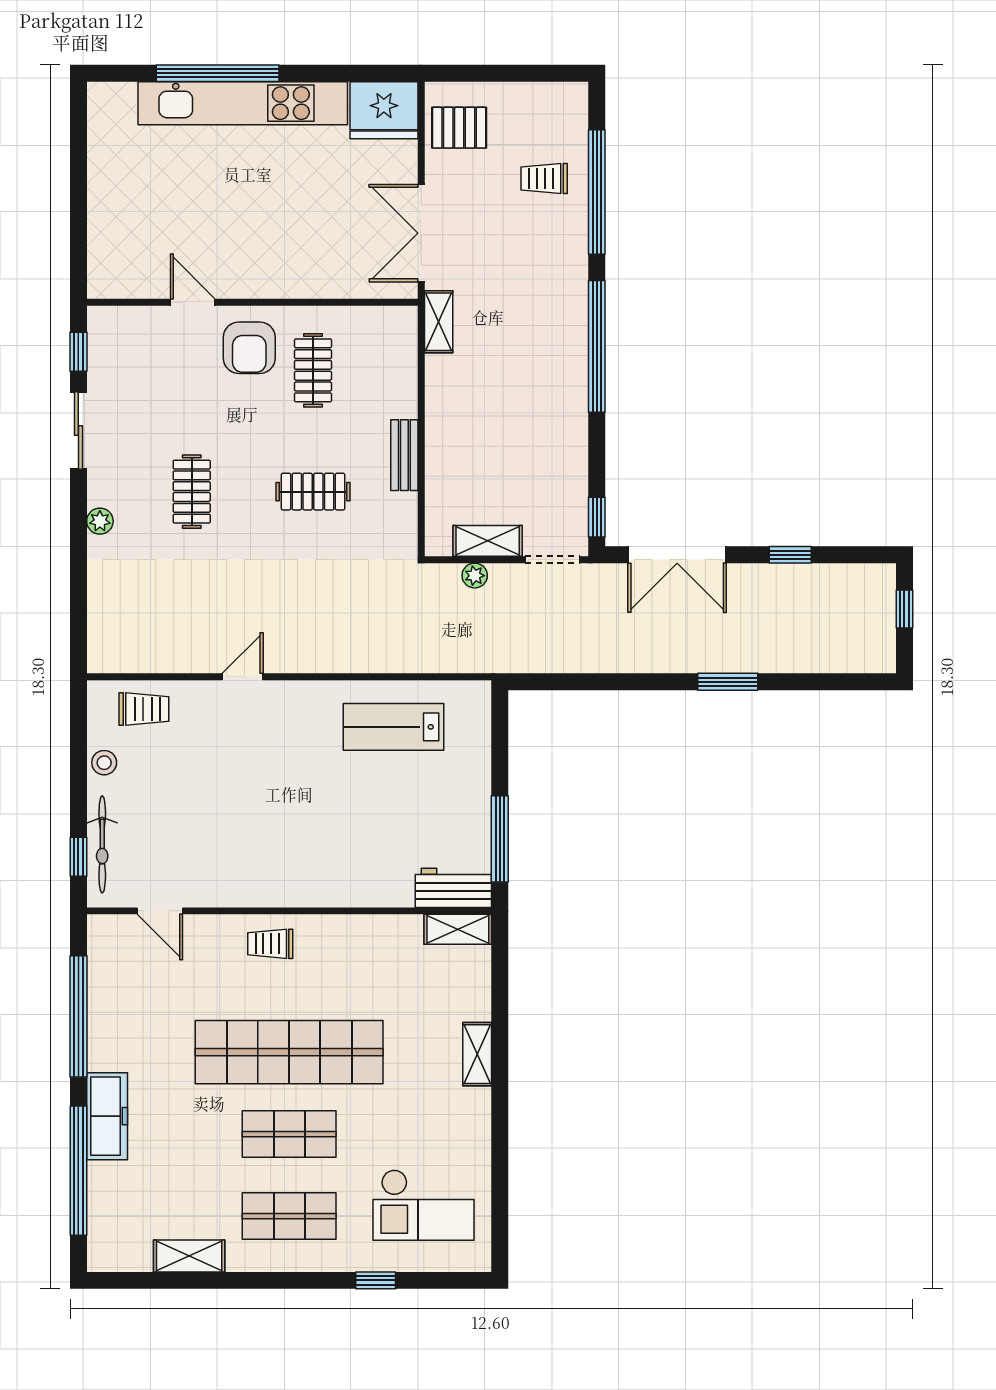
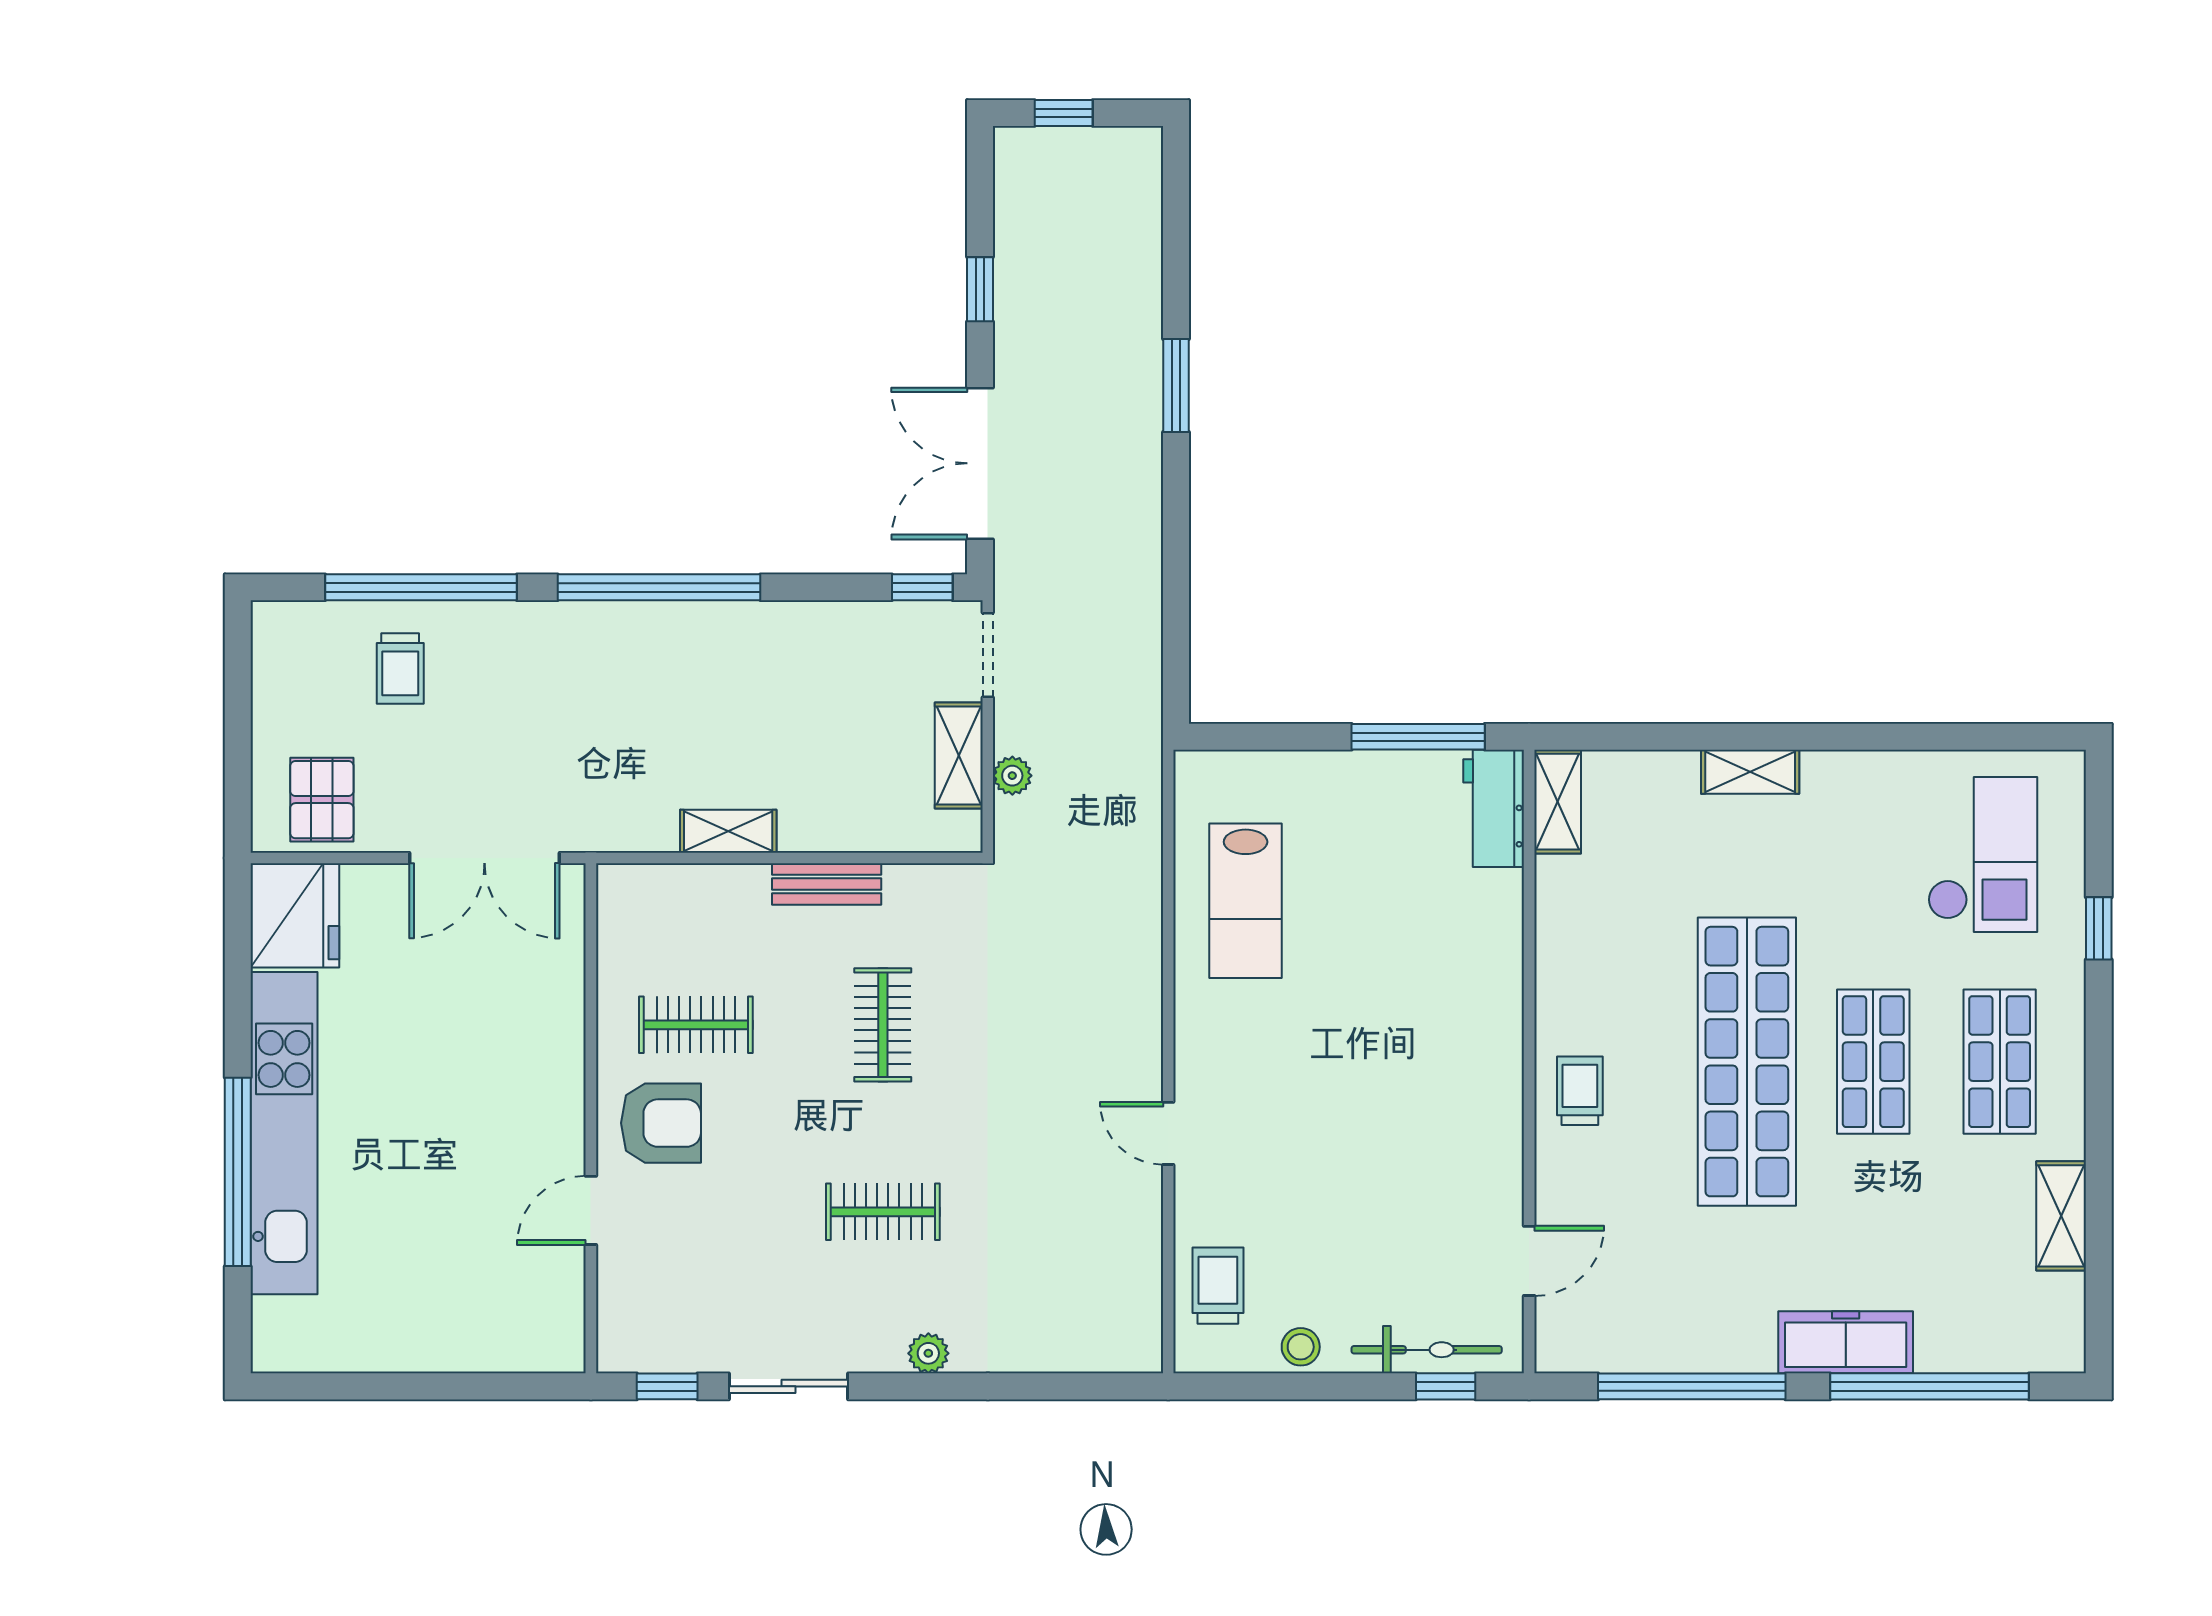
shelving: (439, 322) -> (728, 831), moved
double door: (677, 555) -> (980, 463), swing flipped
trolley: (270, 944) -> (1580, 1091), turned 180

